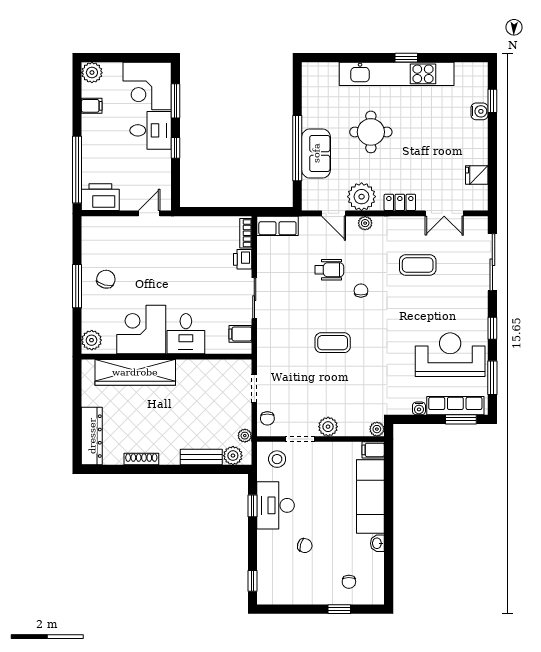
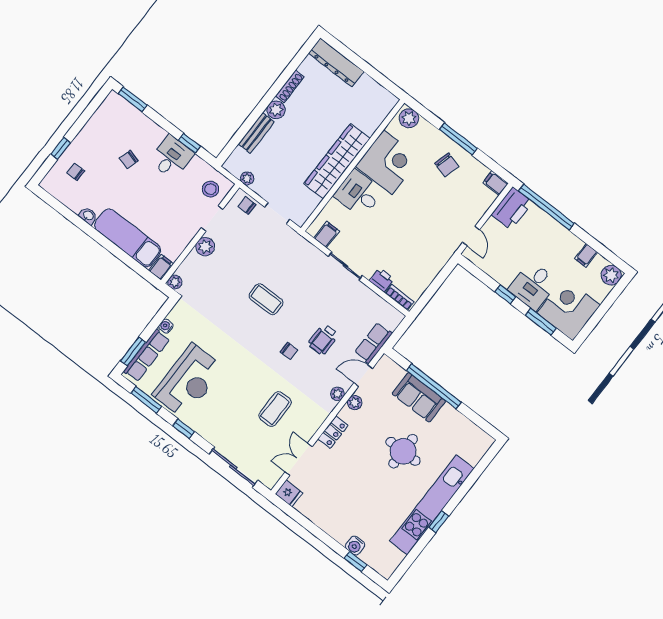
fridge: (477, 175) -> (289, 493), moved, turned 90
plant: (362, 197) -> (355, 403), width x0.53, depth x0.53
row of seats: (277, 226) -> (373, 343), moved
filing cabinet: (90, 227) -> (496, 183), added
coffee table: (333, 343) -> (266, 299), turned 90
wardrobe: (135, 372) -> (337, 161), moved
plant: (233, 456) -> (276, 110), moved
desk: (276, 505) -> (171, 157), width x0.73
window: (253, 581) -> (133, 99), width x1.50

